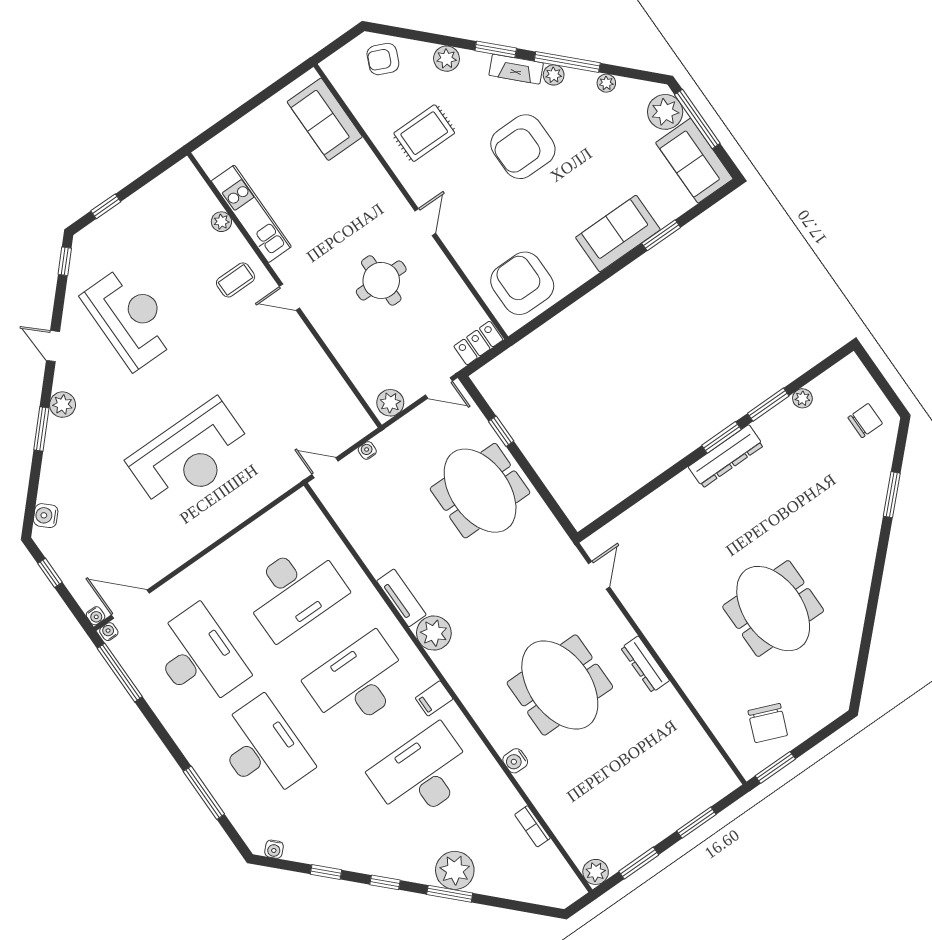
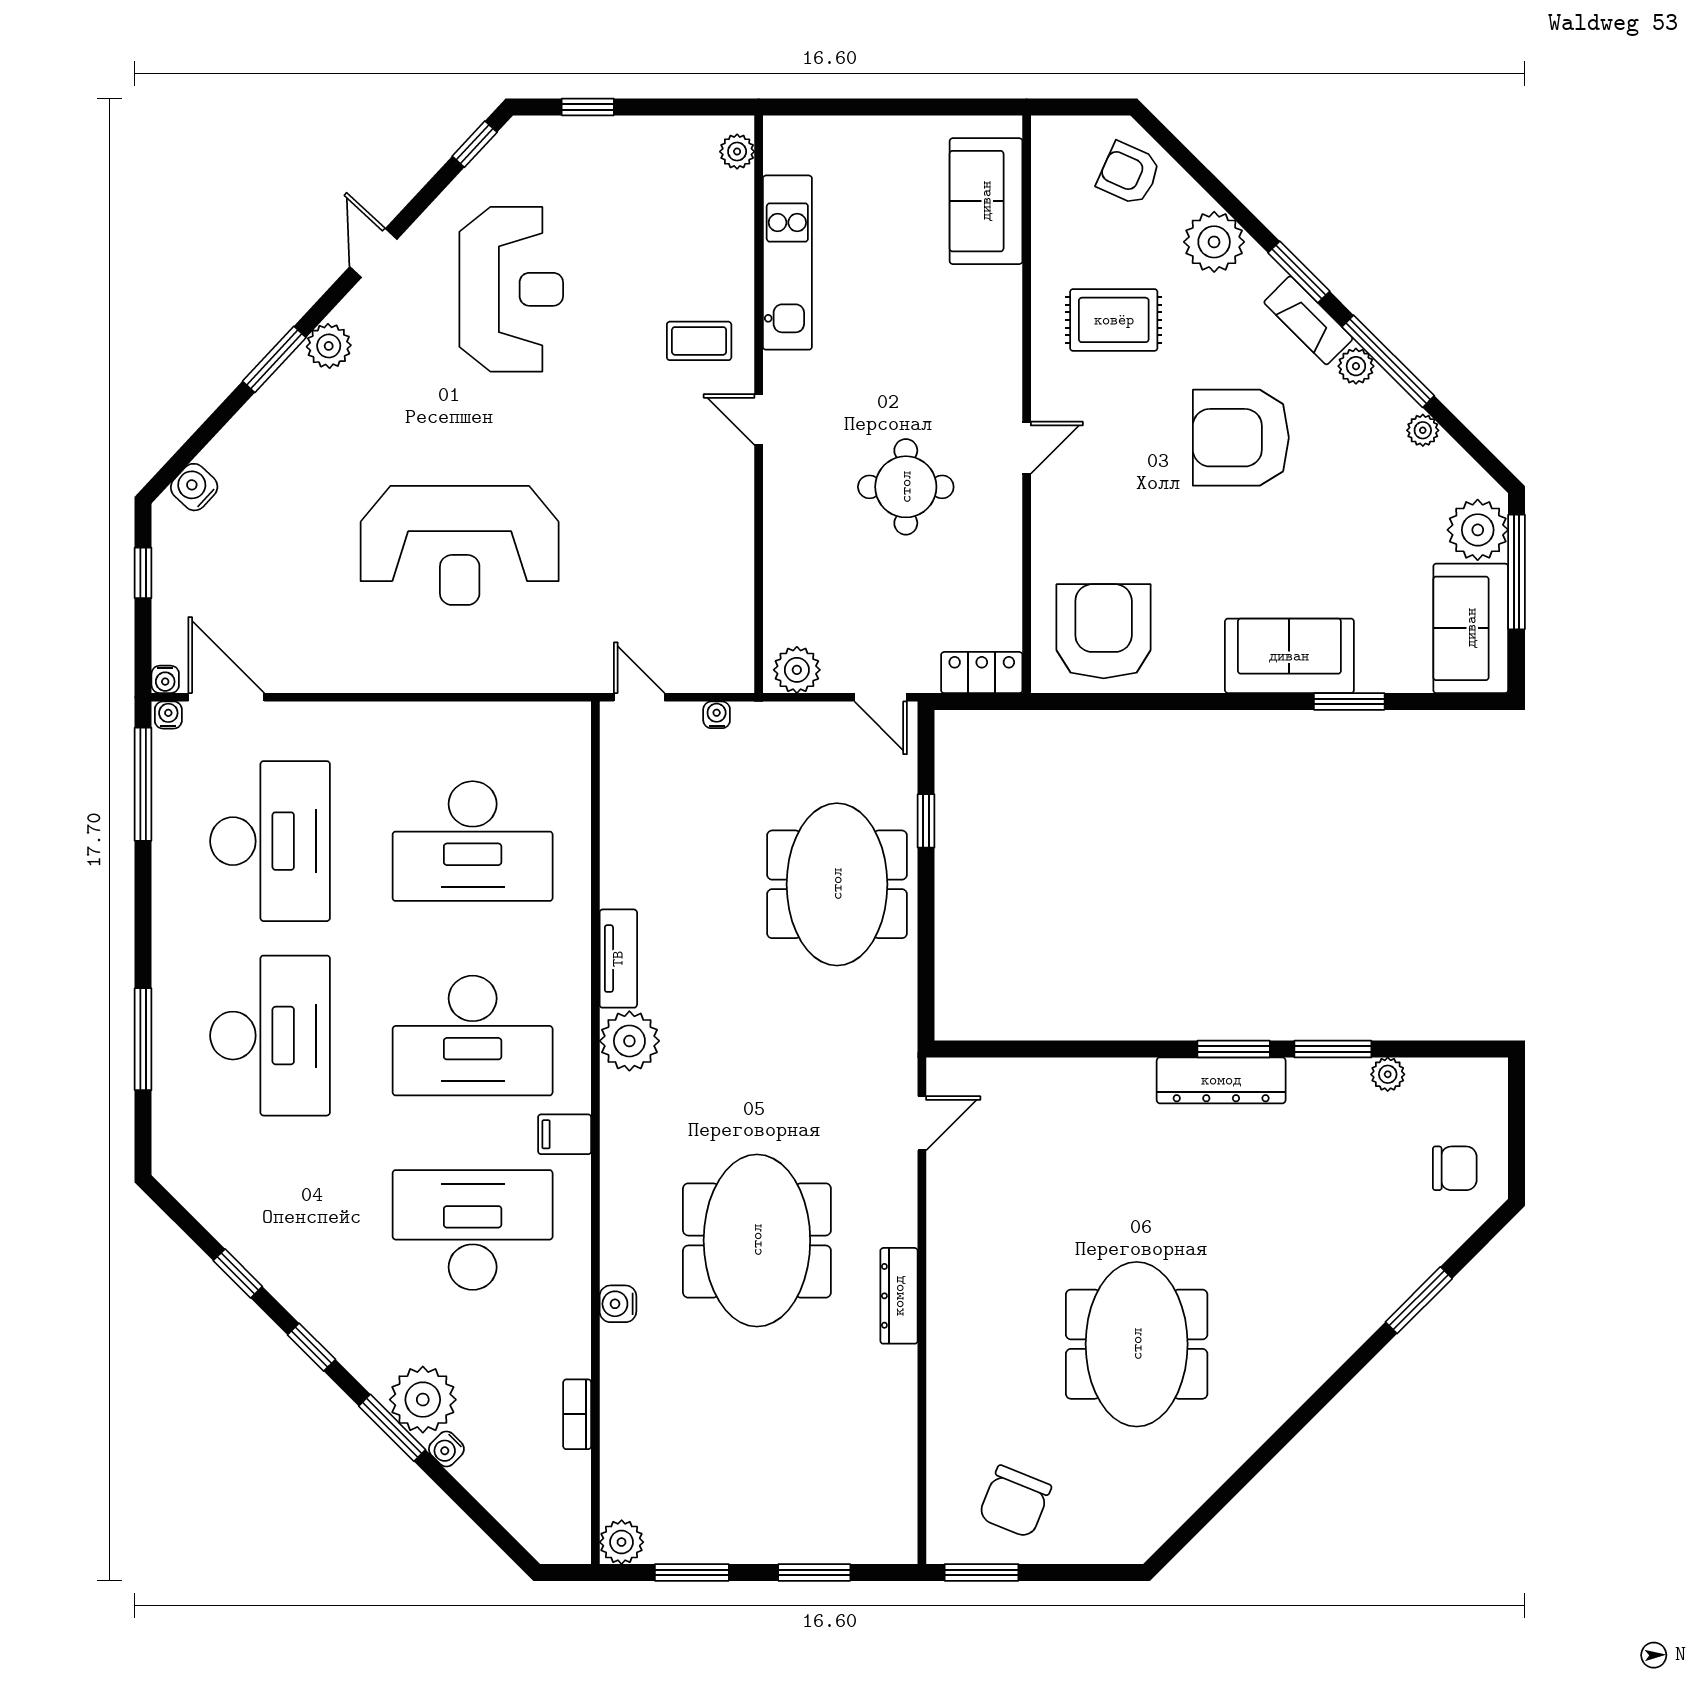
plant: (447, 59) -> (1214, 242), width x1.36, depth x1.36
plant: (221, 222) -> (737, 152), moved
desk: (358, 682) -> (473, 1036), turned 180
water cooler: (274, 849) -> (446, 1449), moved

